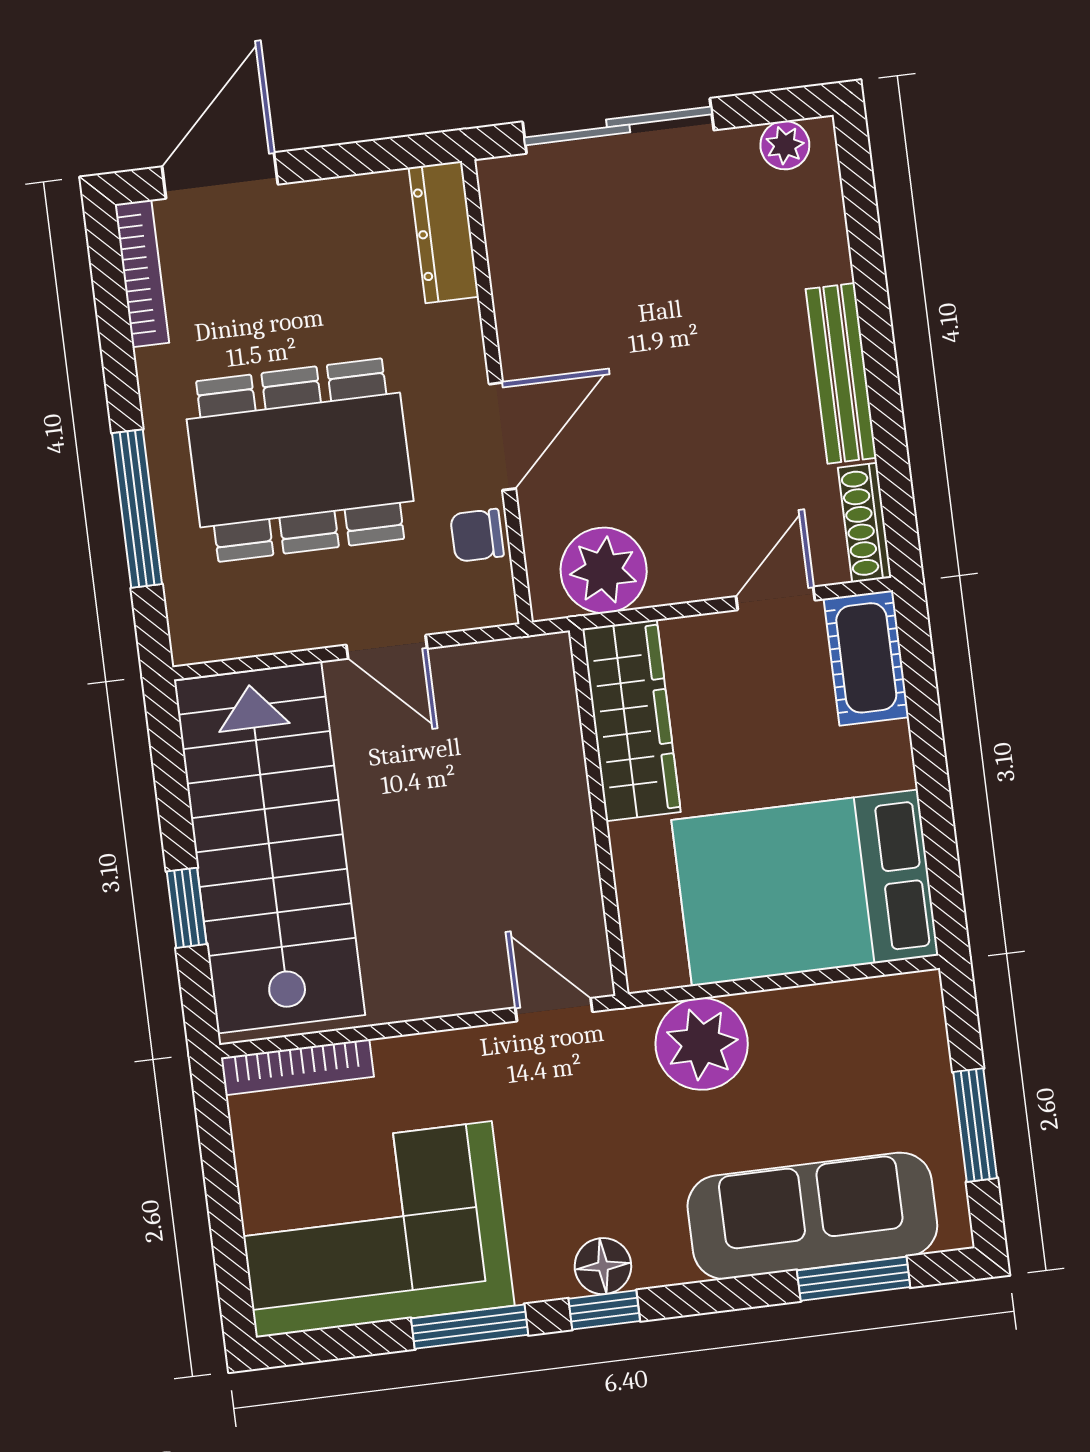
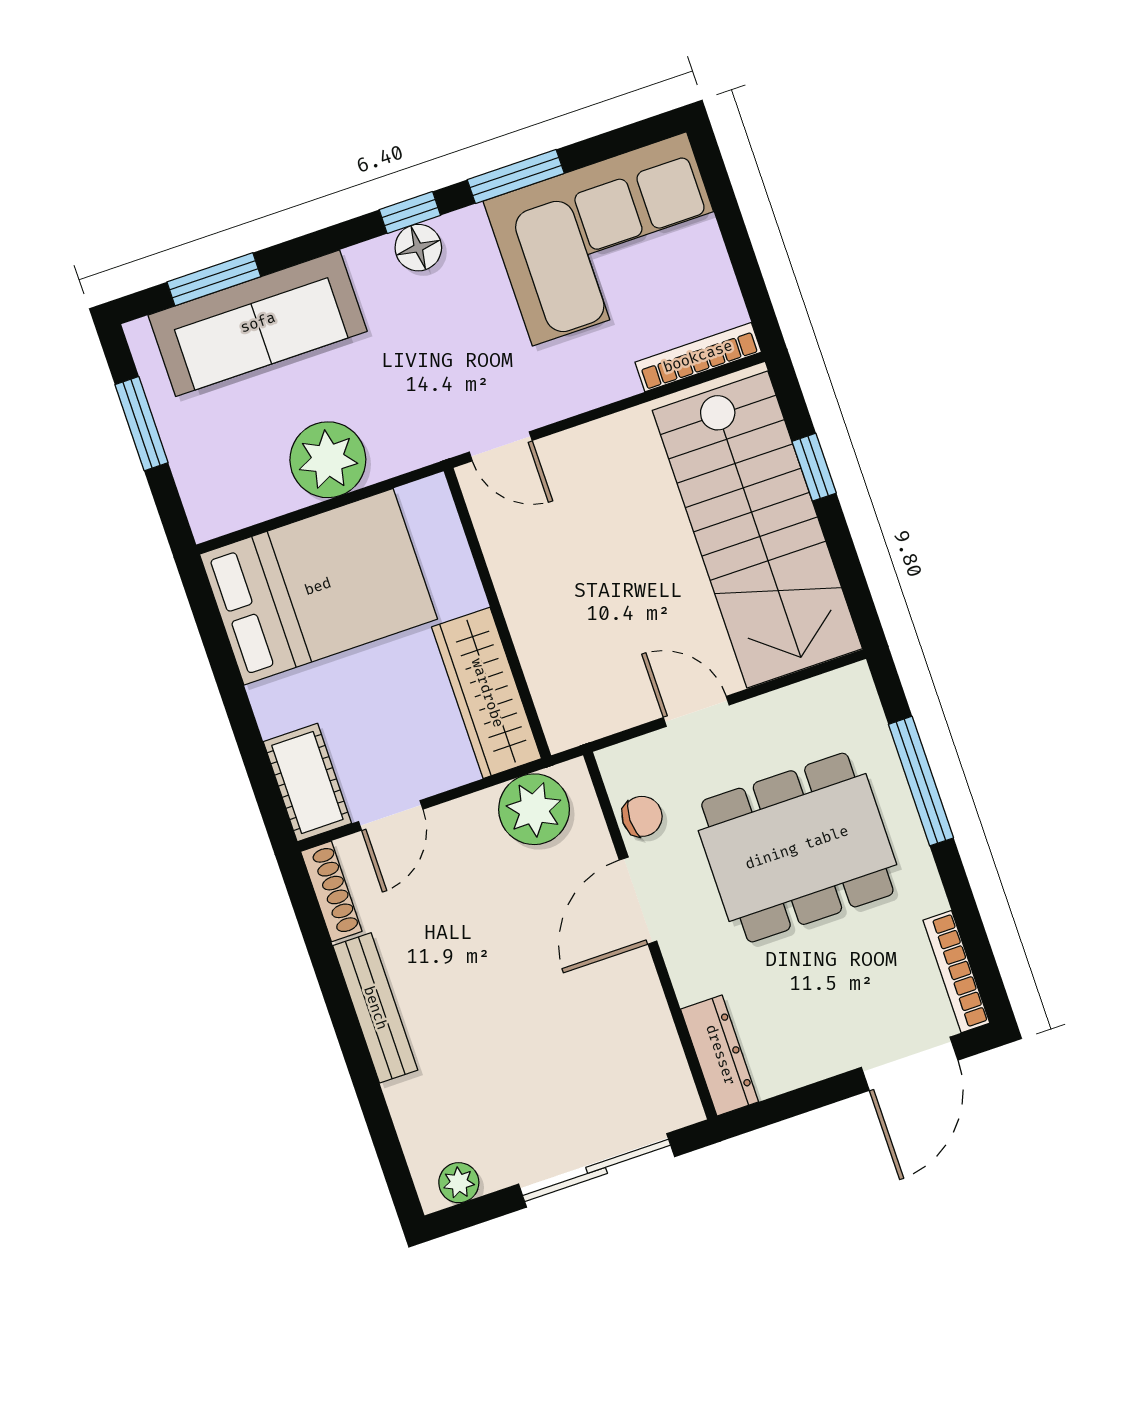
plant: (702, 1044) -> (328, 460), moved

